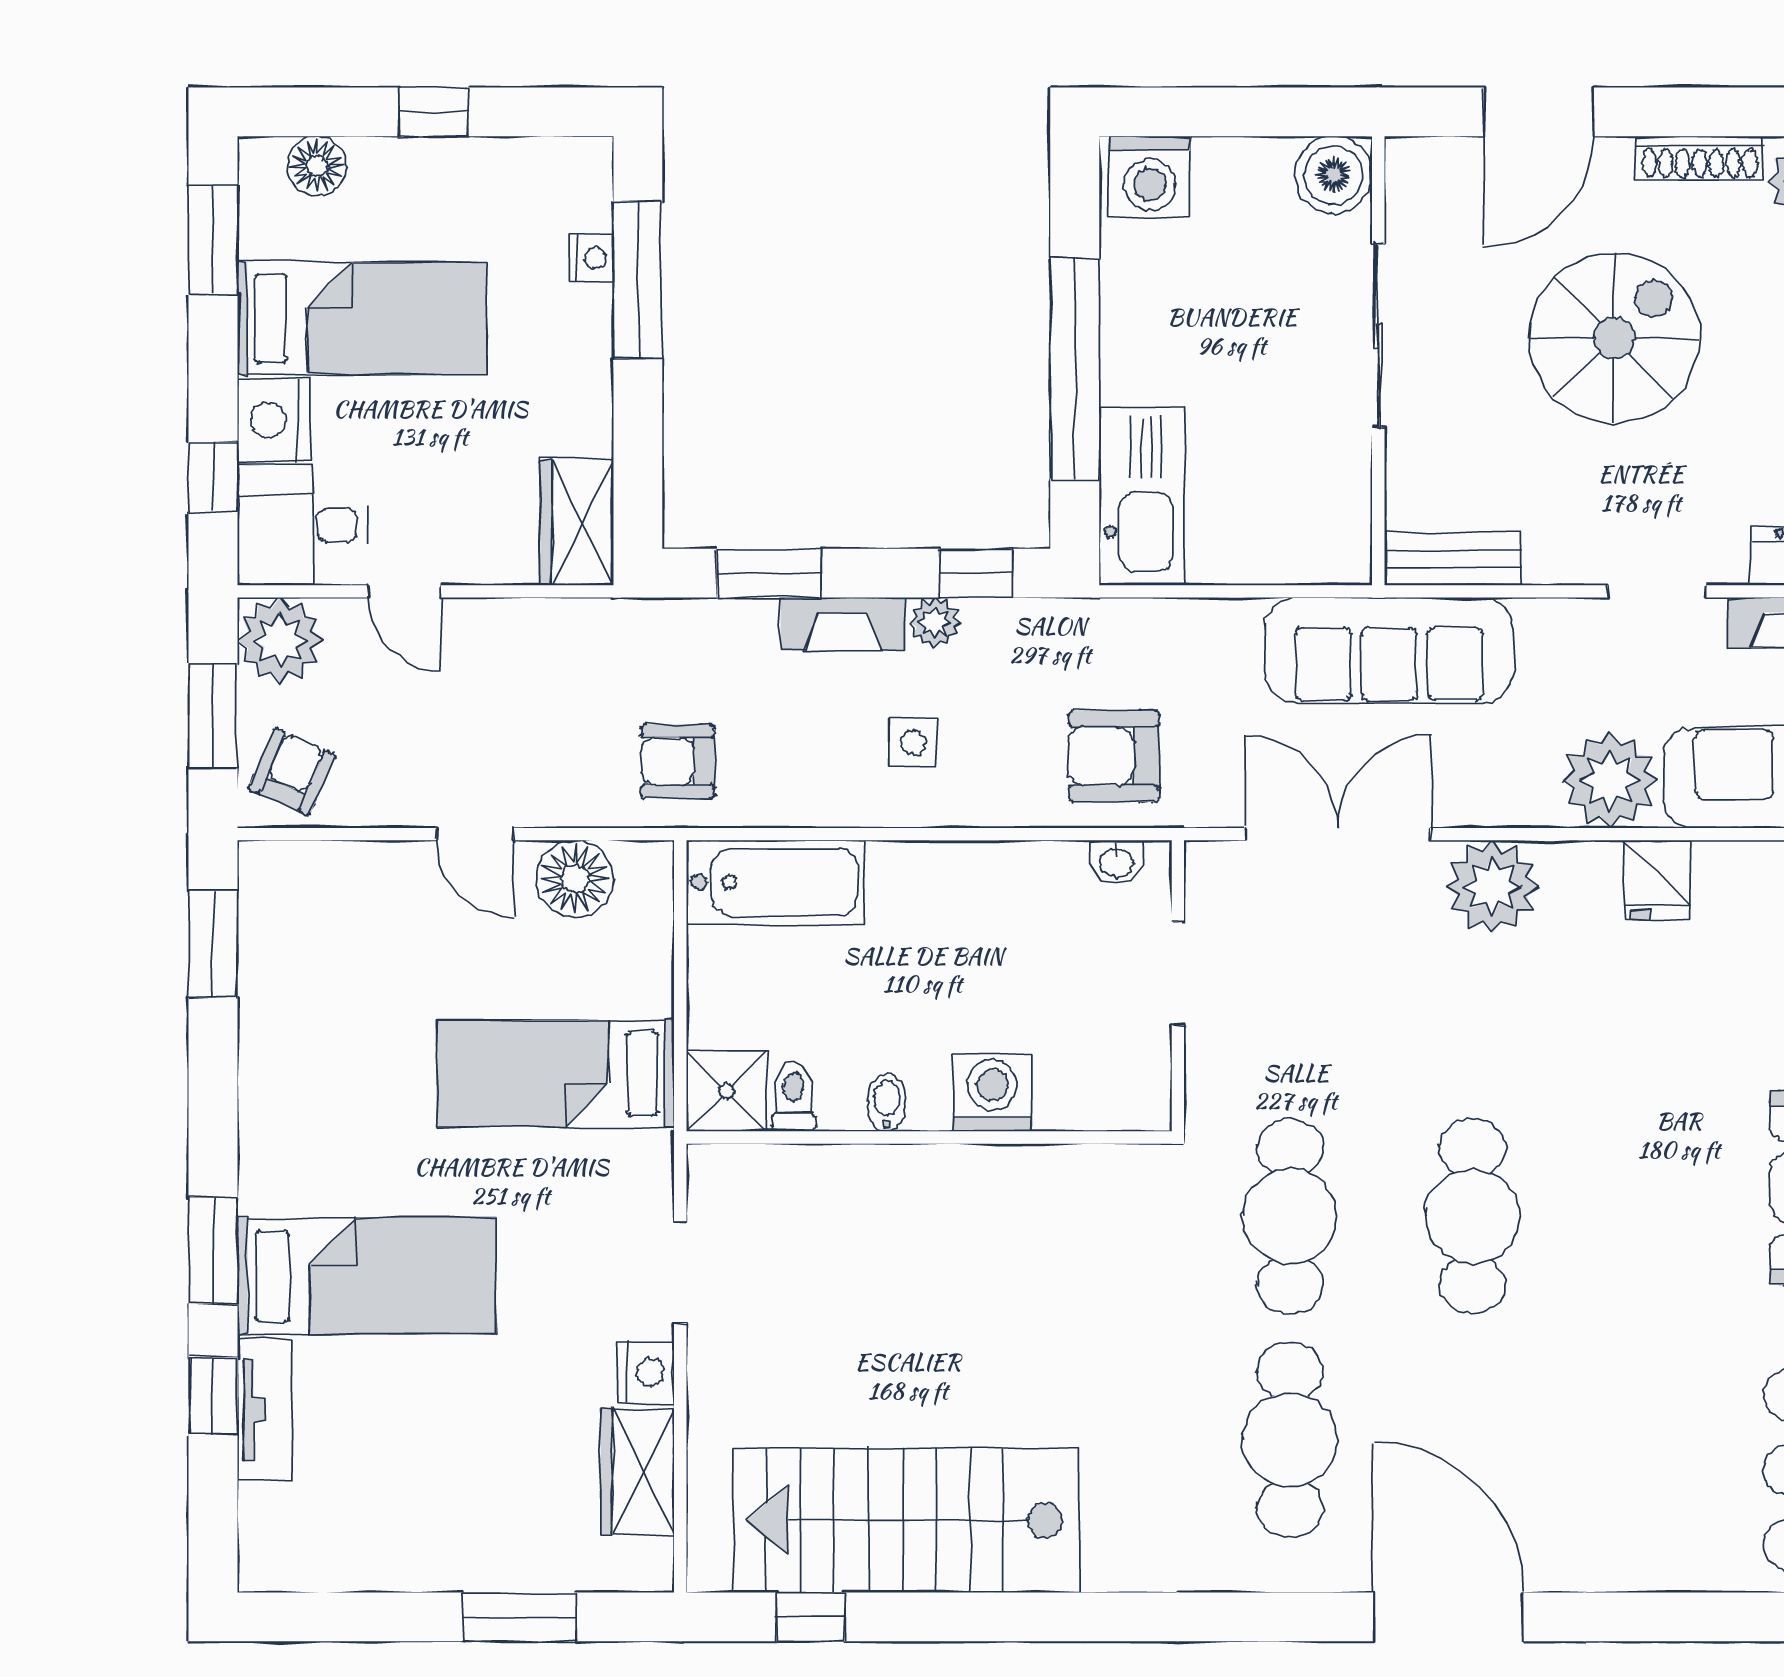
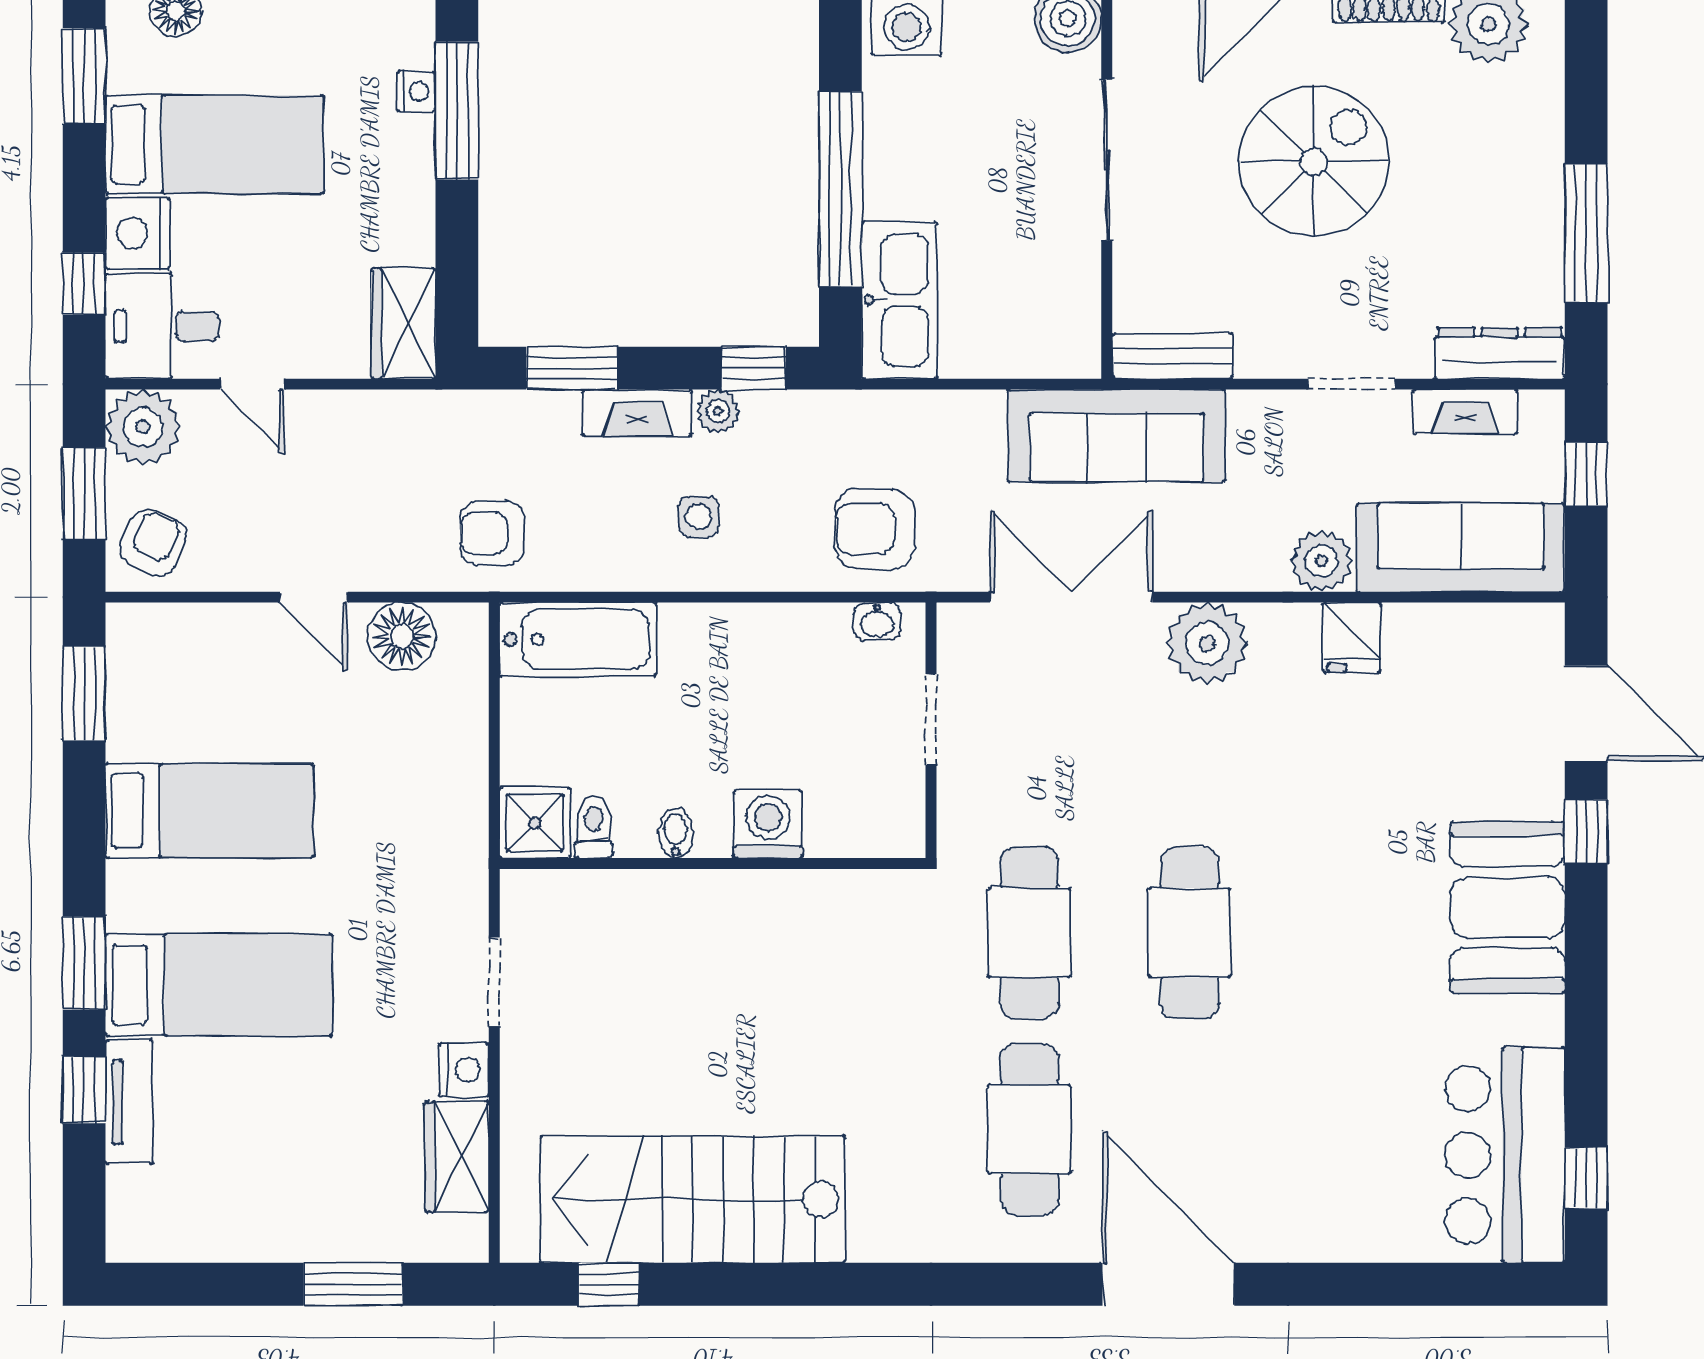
plant: (1610, 780) -> (1322, 561), width x0.73, depth x0.73
bed: (556, 1074) -> (209, 811), moved, turned 180

